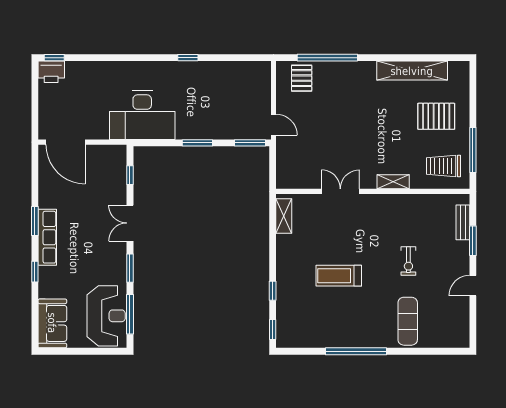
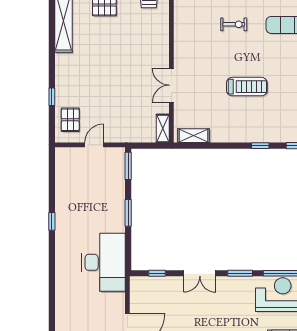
window: (327, 58) -> (52, 97), width x0.32
pallet: (302, 78) -> (70, 120), turned 90
door: (274, 125) -> (94, 145), moved
shelving: (393, 182) -> (163, 128), moved
treadmill: (339, 276) -> (247, 87), turned -90

